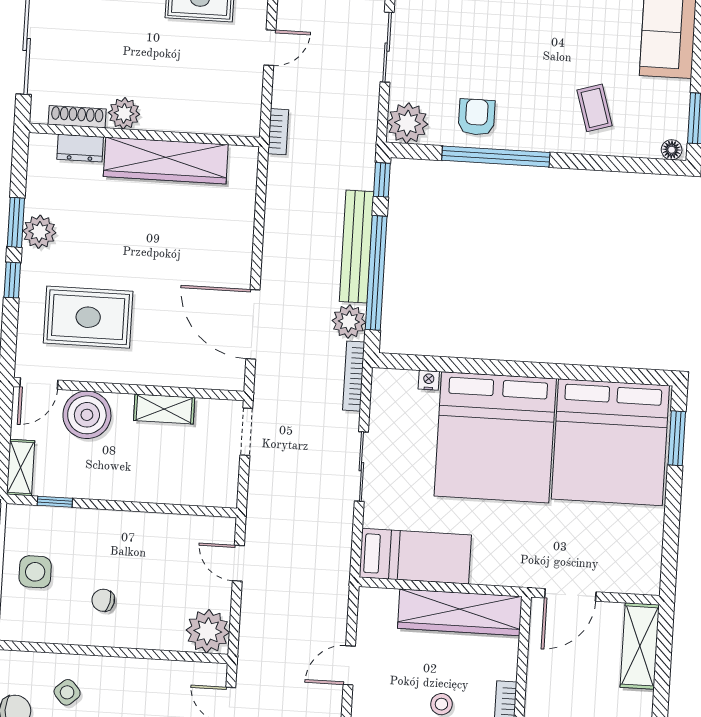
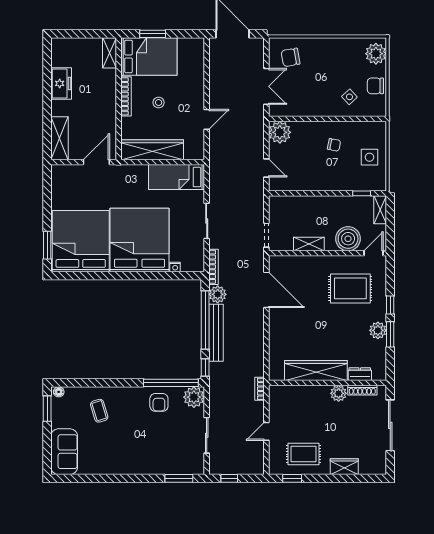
window: (496, 156) -> (171, 383), moved

